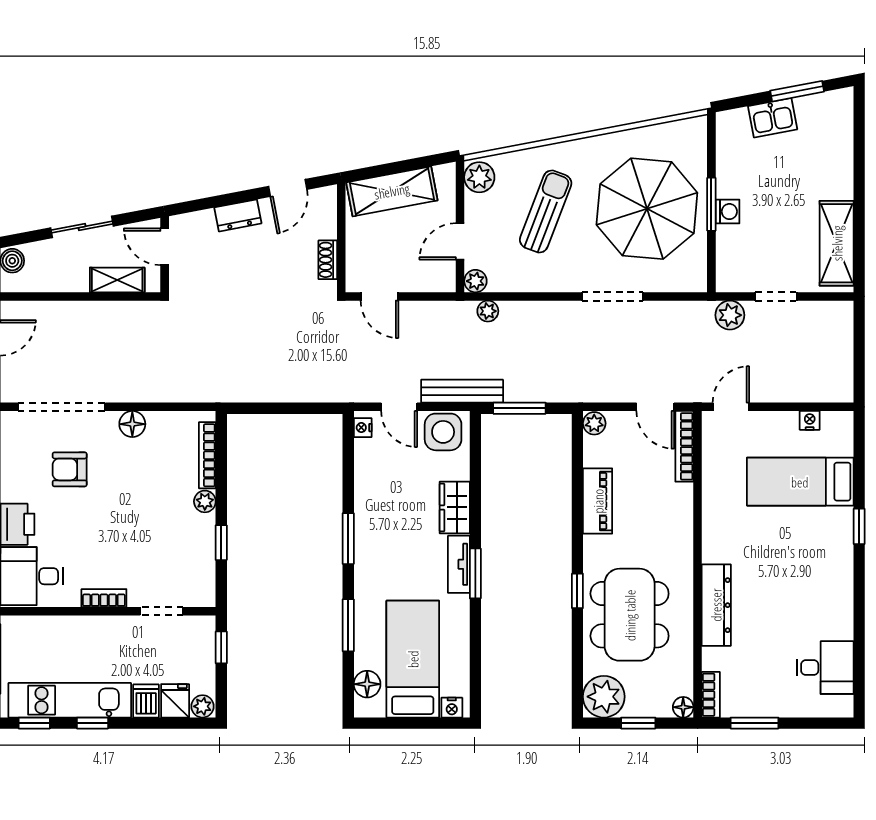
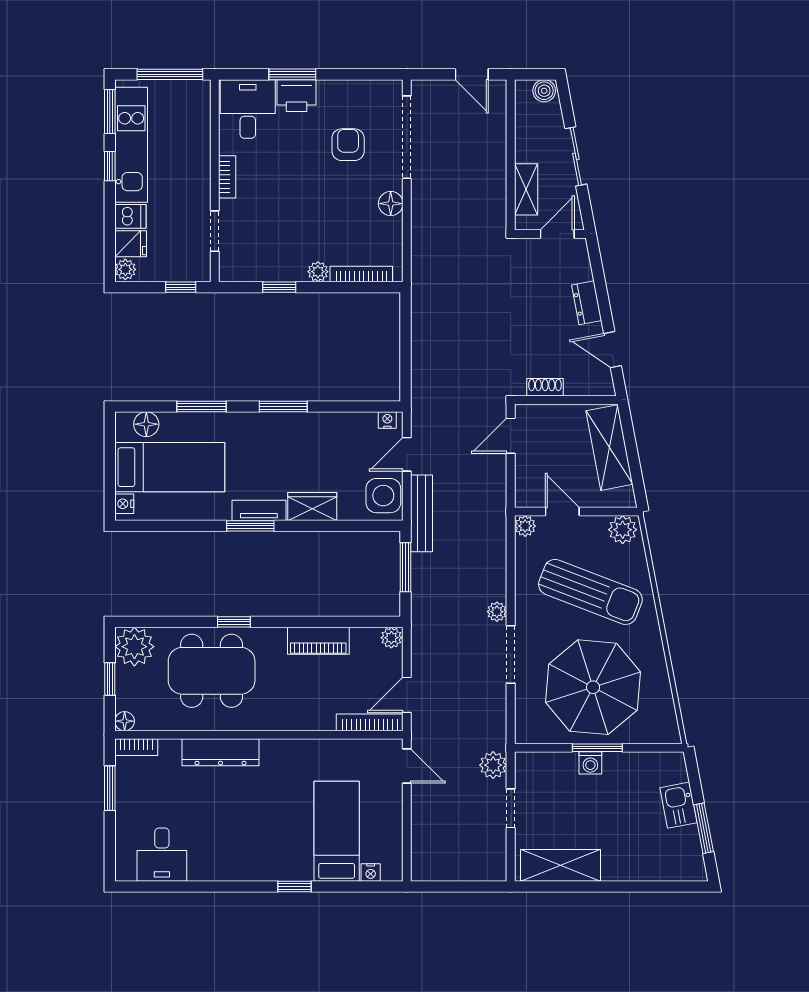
sun lounger: (546, 212) -> (590, 592), width x1.36, depth x1.34
plant: (488, 311) -> (497, 612), moved
nightstand: (810, 420) -> (371, 872), moved, turned 90
window: (34, 723) -> (110, 111), width x1.50

